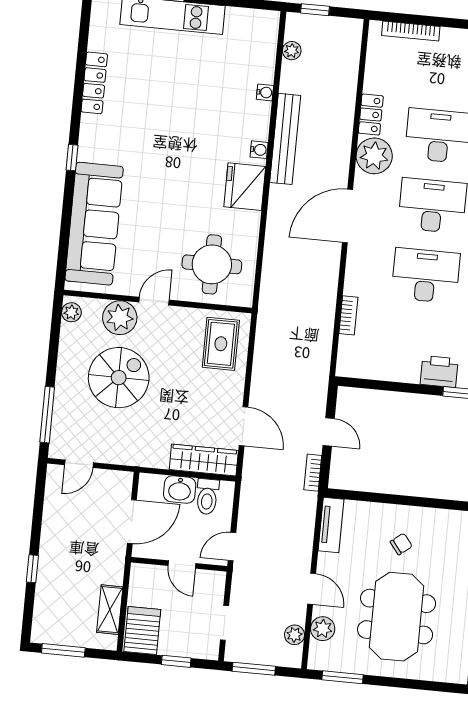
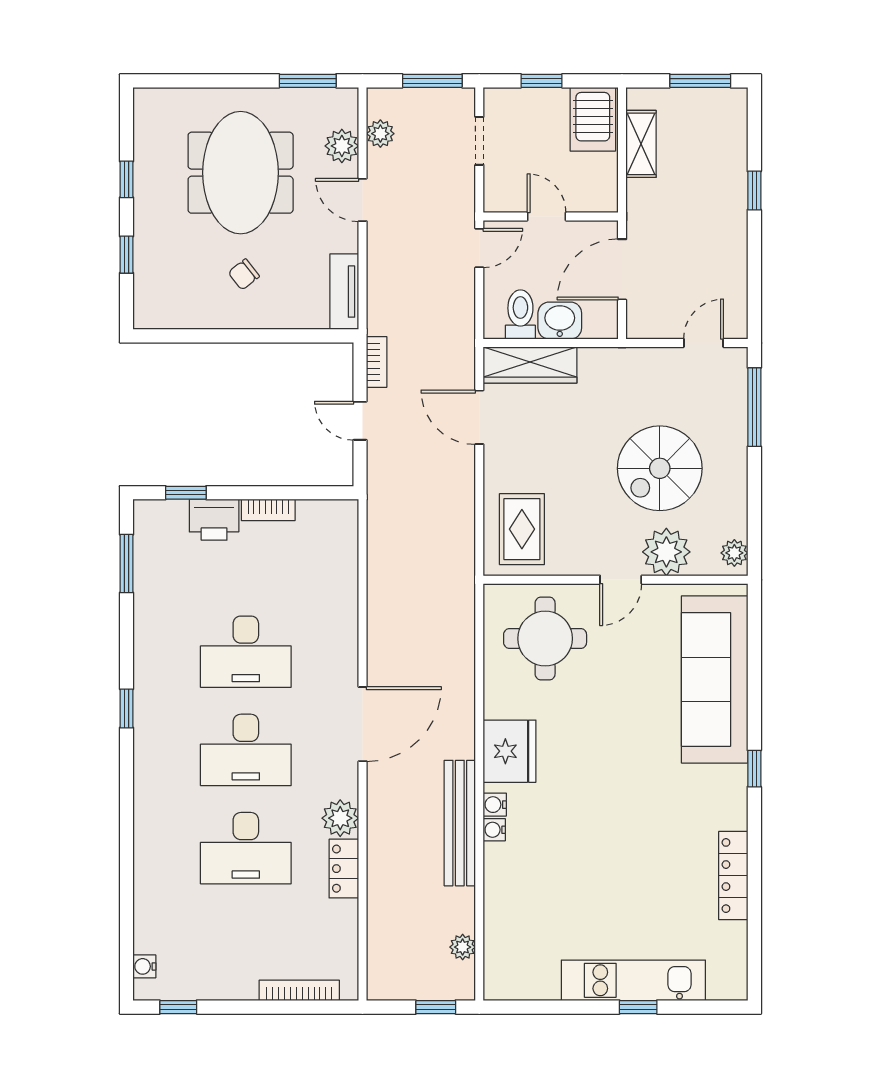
water cooler: (265, 92) -> (494, 830), moved
plant: (374, 156) -> (340, 818), width x0.73, depth x0.73
bookcase: (348, 315) -> (268, 510), moved, turned -90

